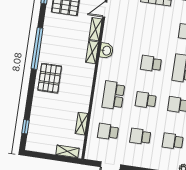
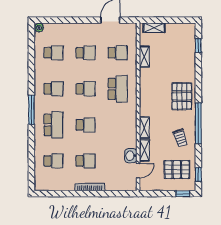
school desk: (156, 27) -> (86, 161), added
trolley: (57, 36) -> (180, 138), added
washbasin: (106, 51) -> (131, 156), moved

